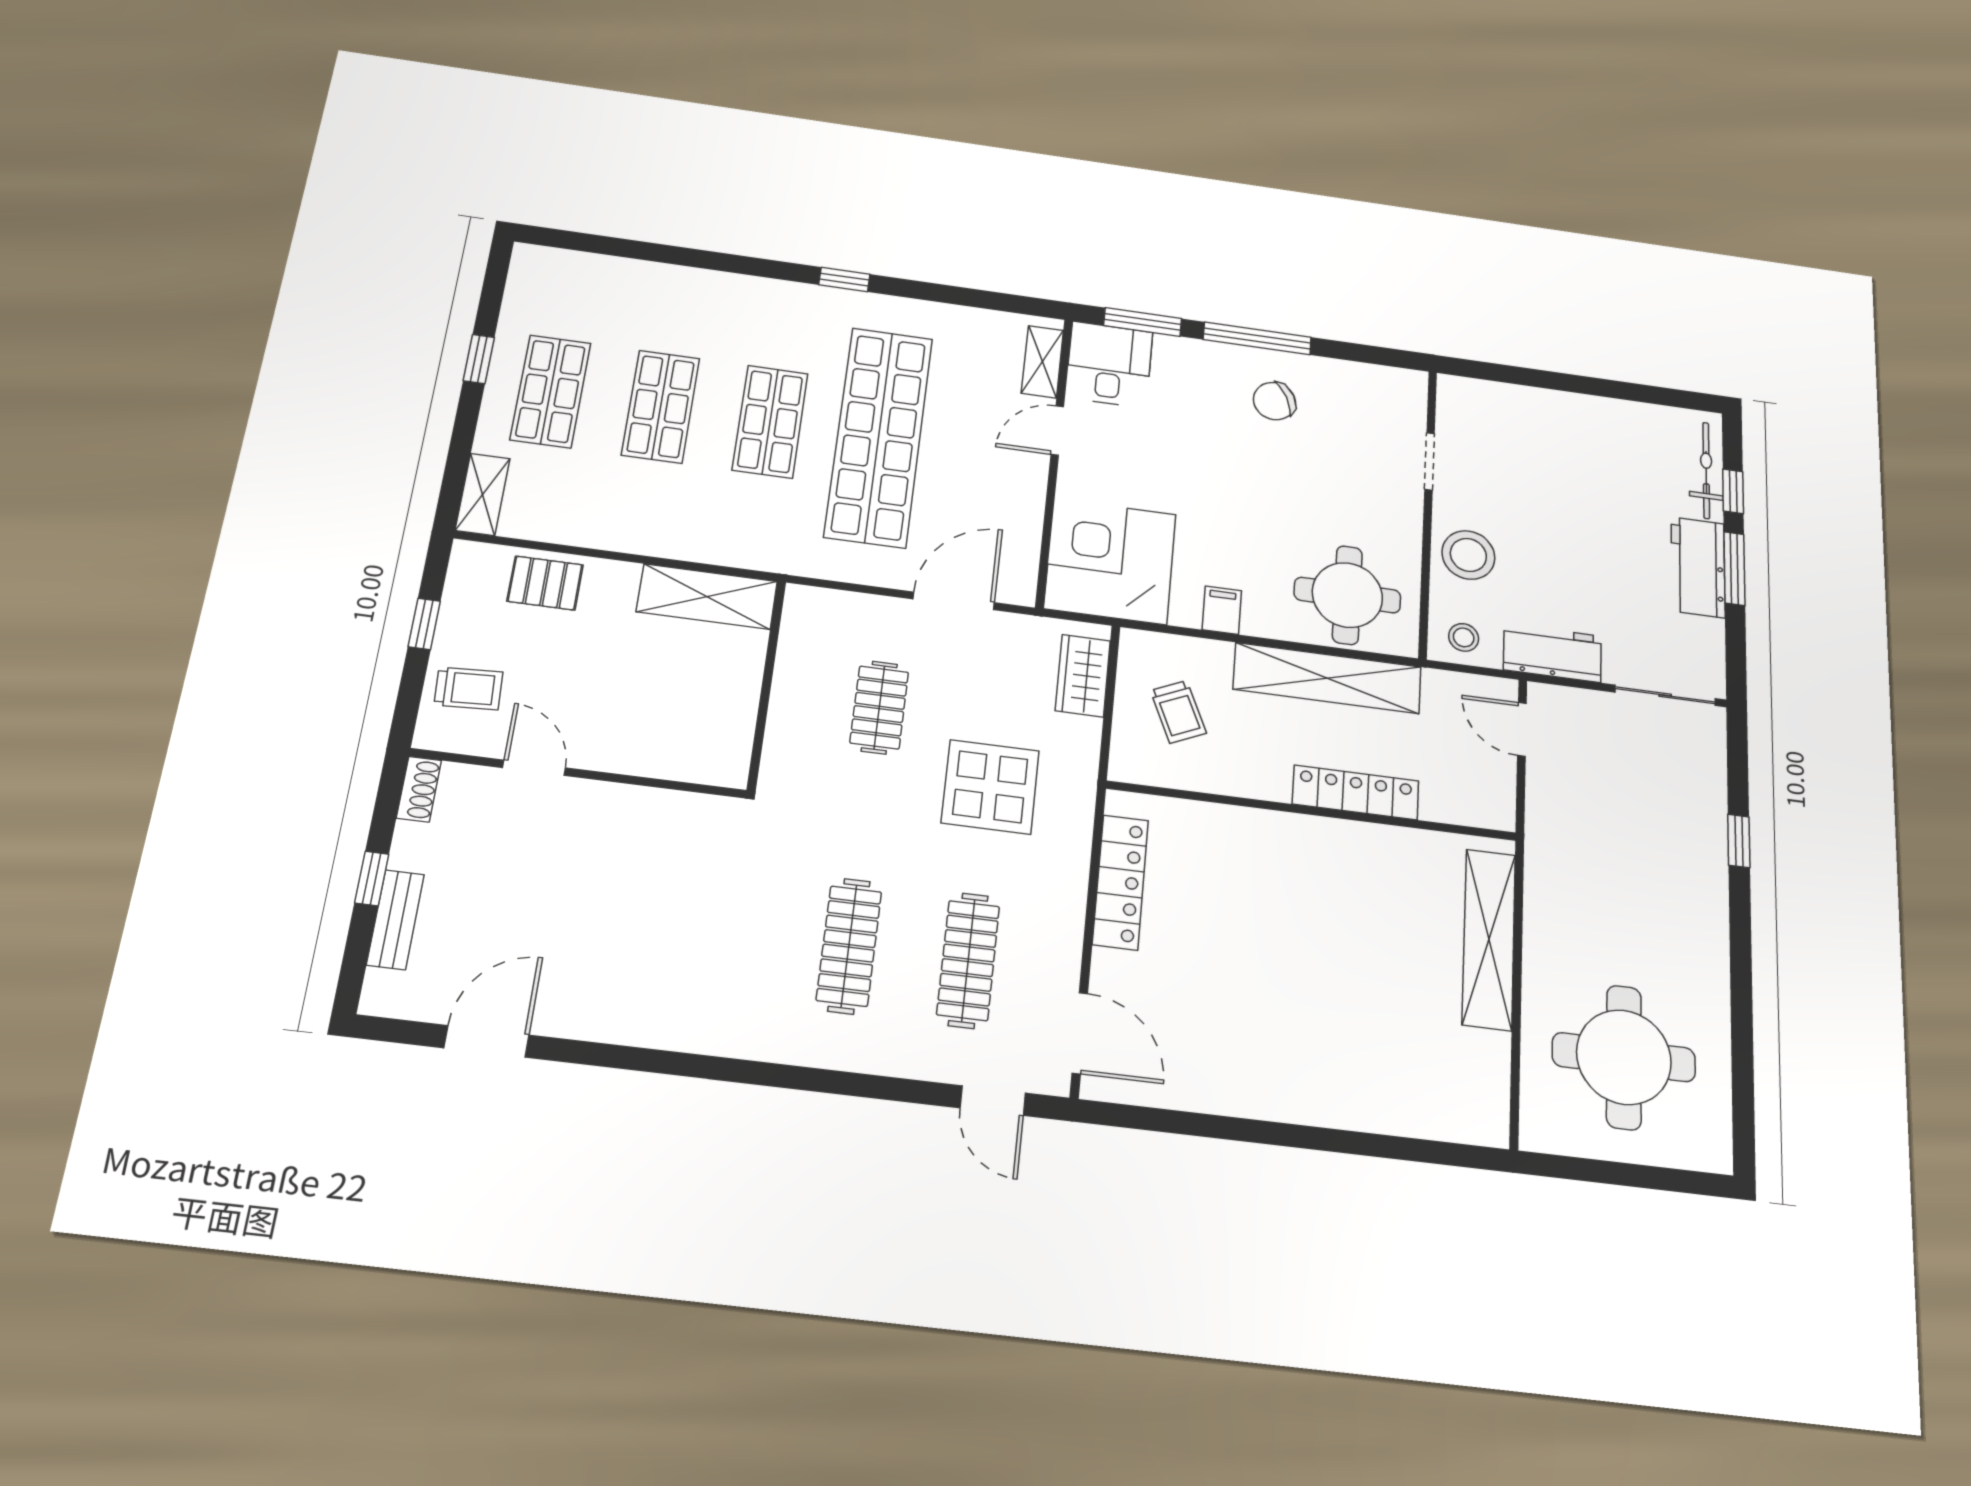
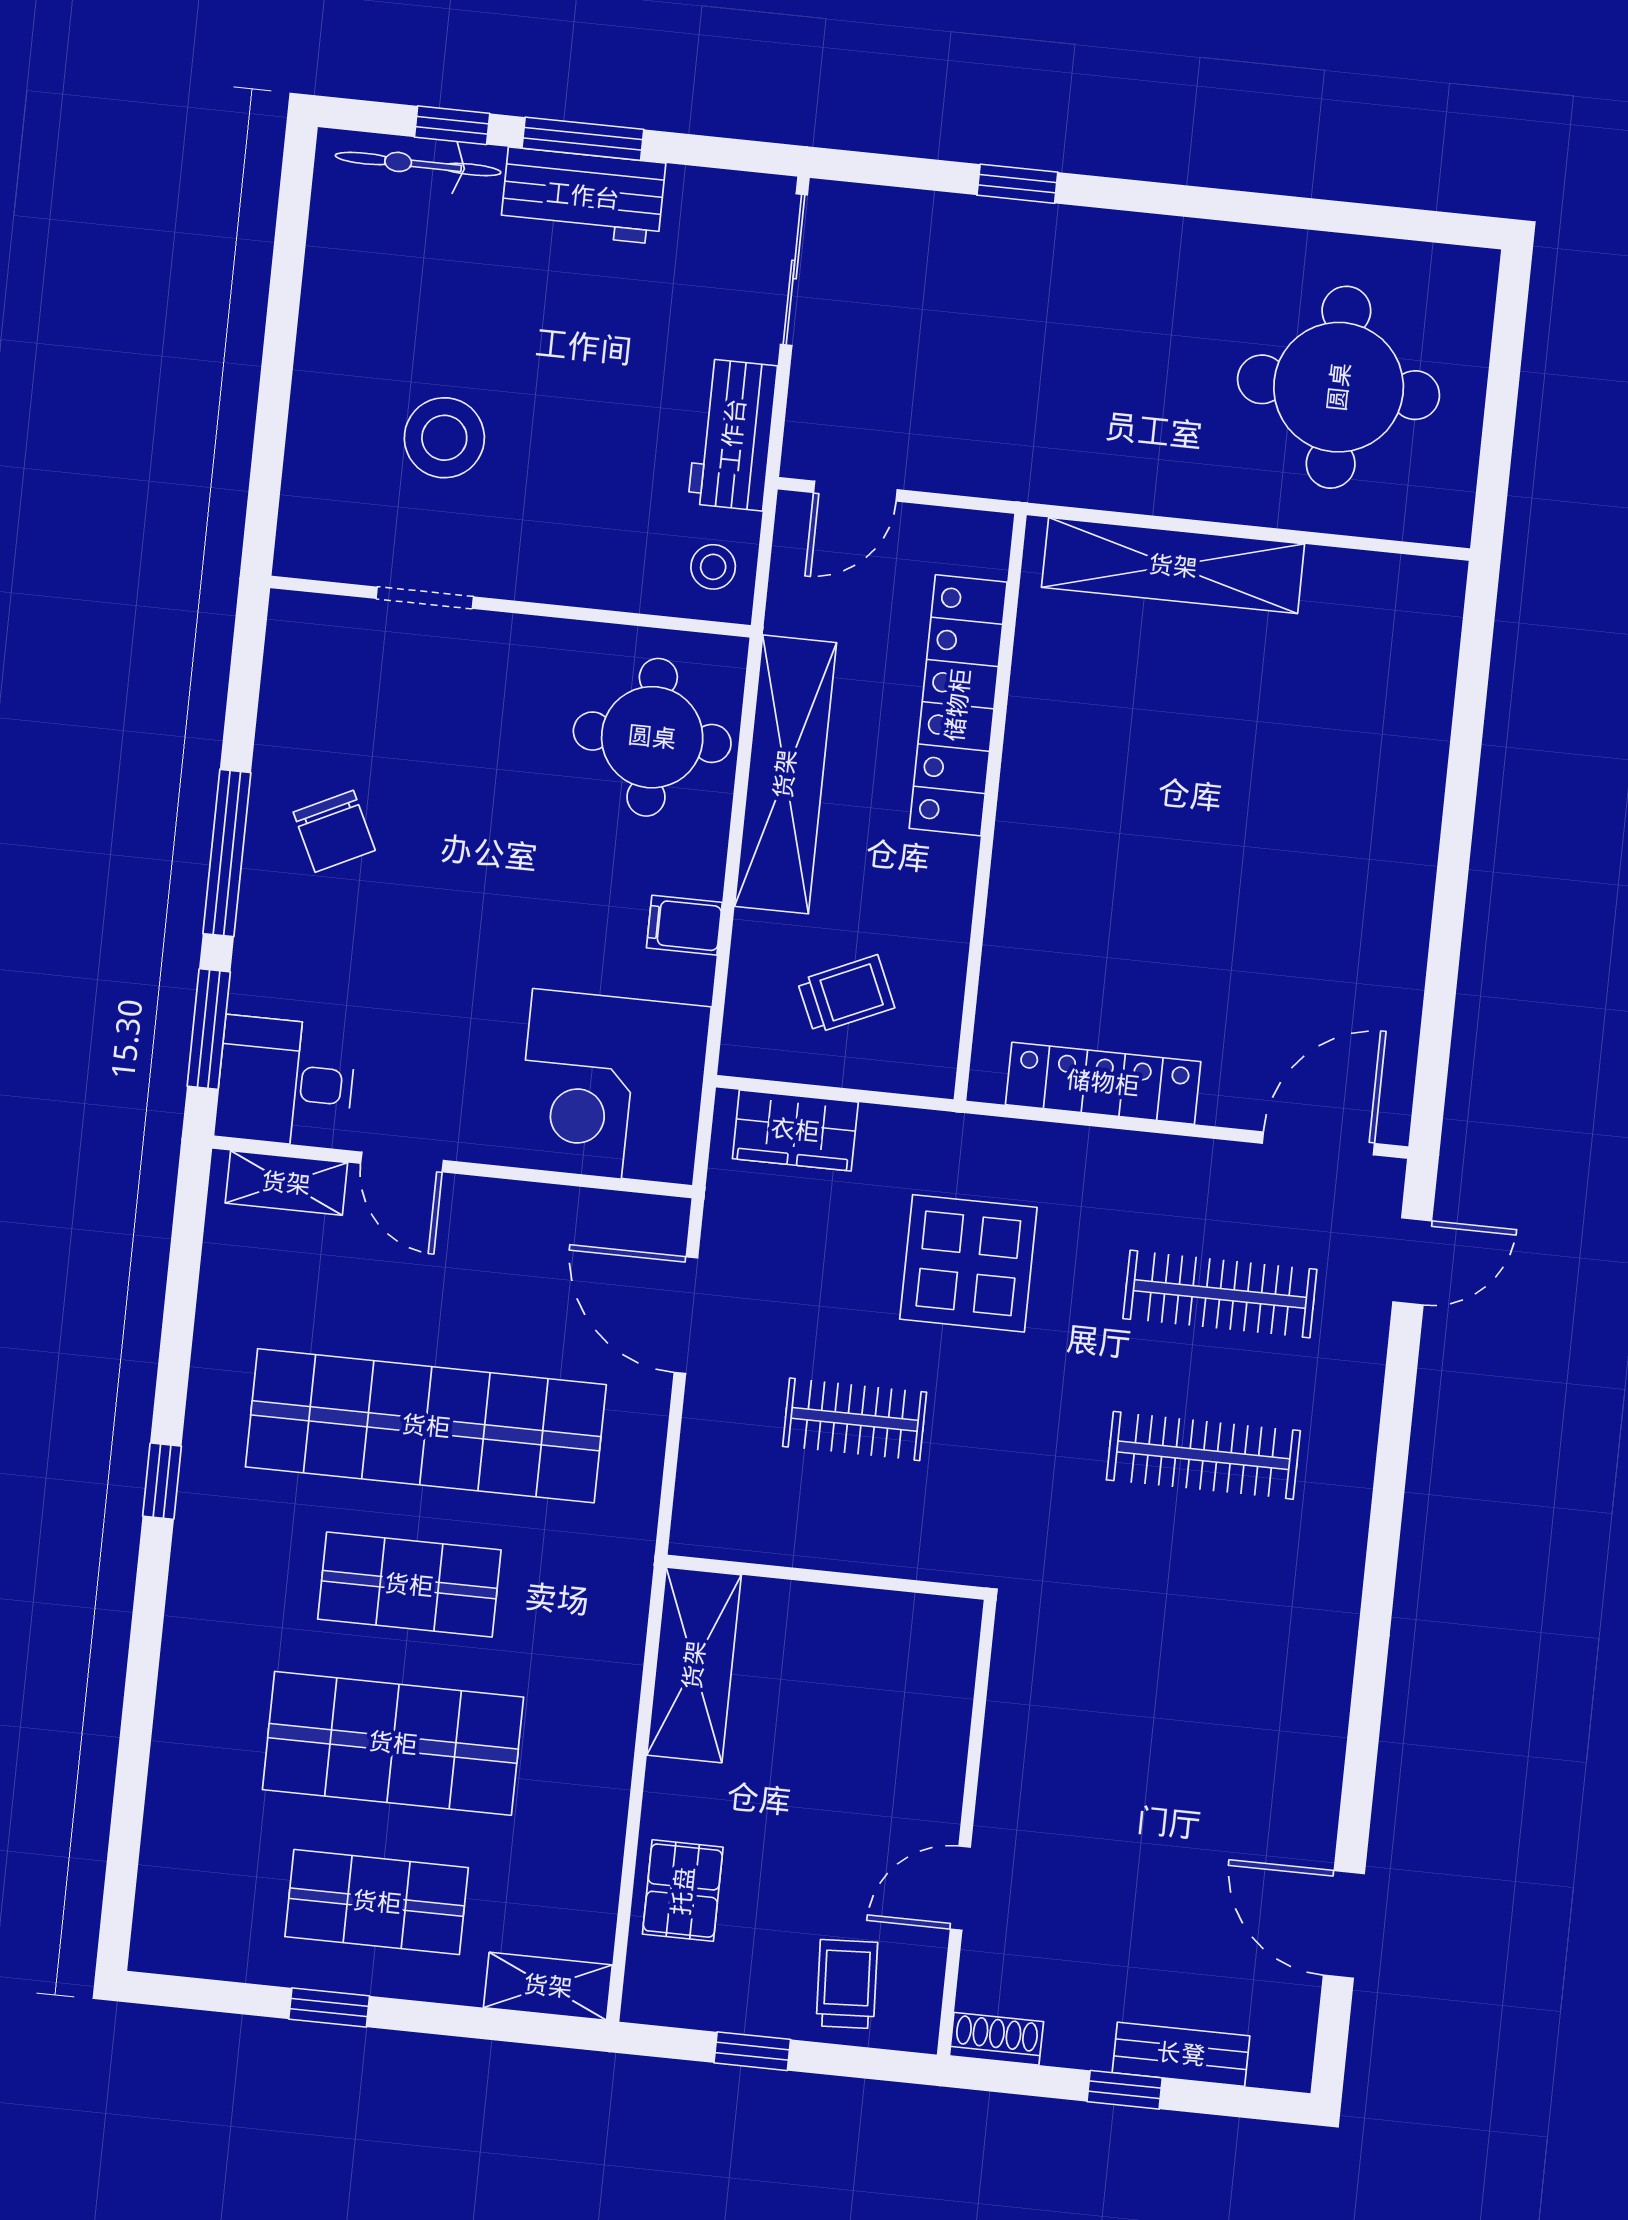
shop shelf: (661, 406) -> (393, 1743), width x1.43, depth x1.36
stool: (1468, 555) -> (444, 438), moved
locker: (1356, 792) -> (958, 705), width x1.41, depth x1.21

